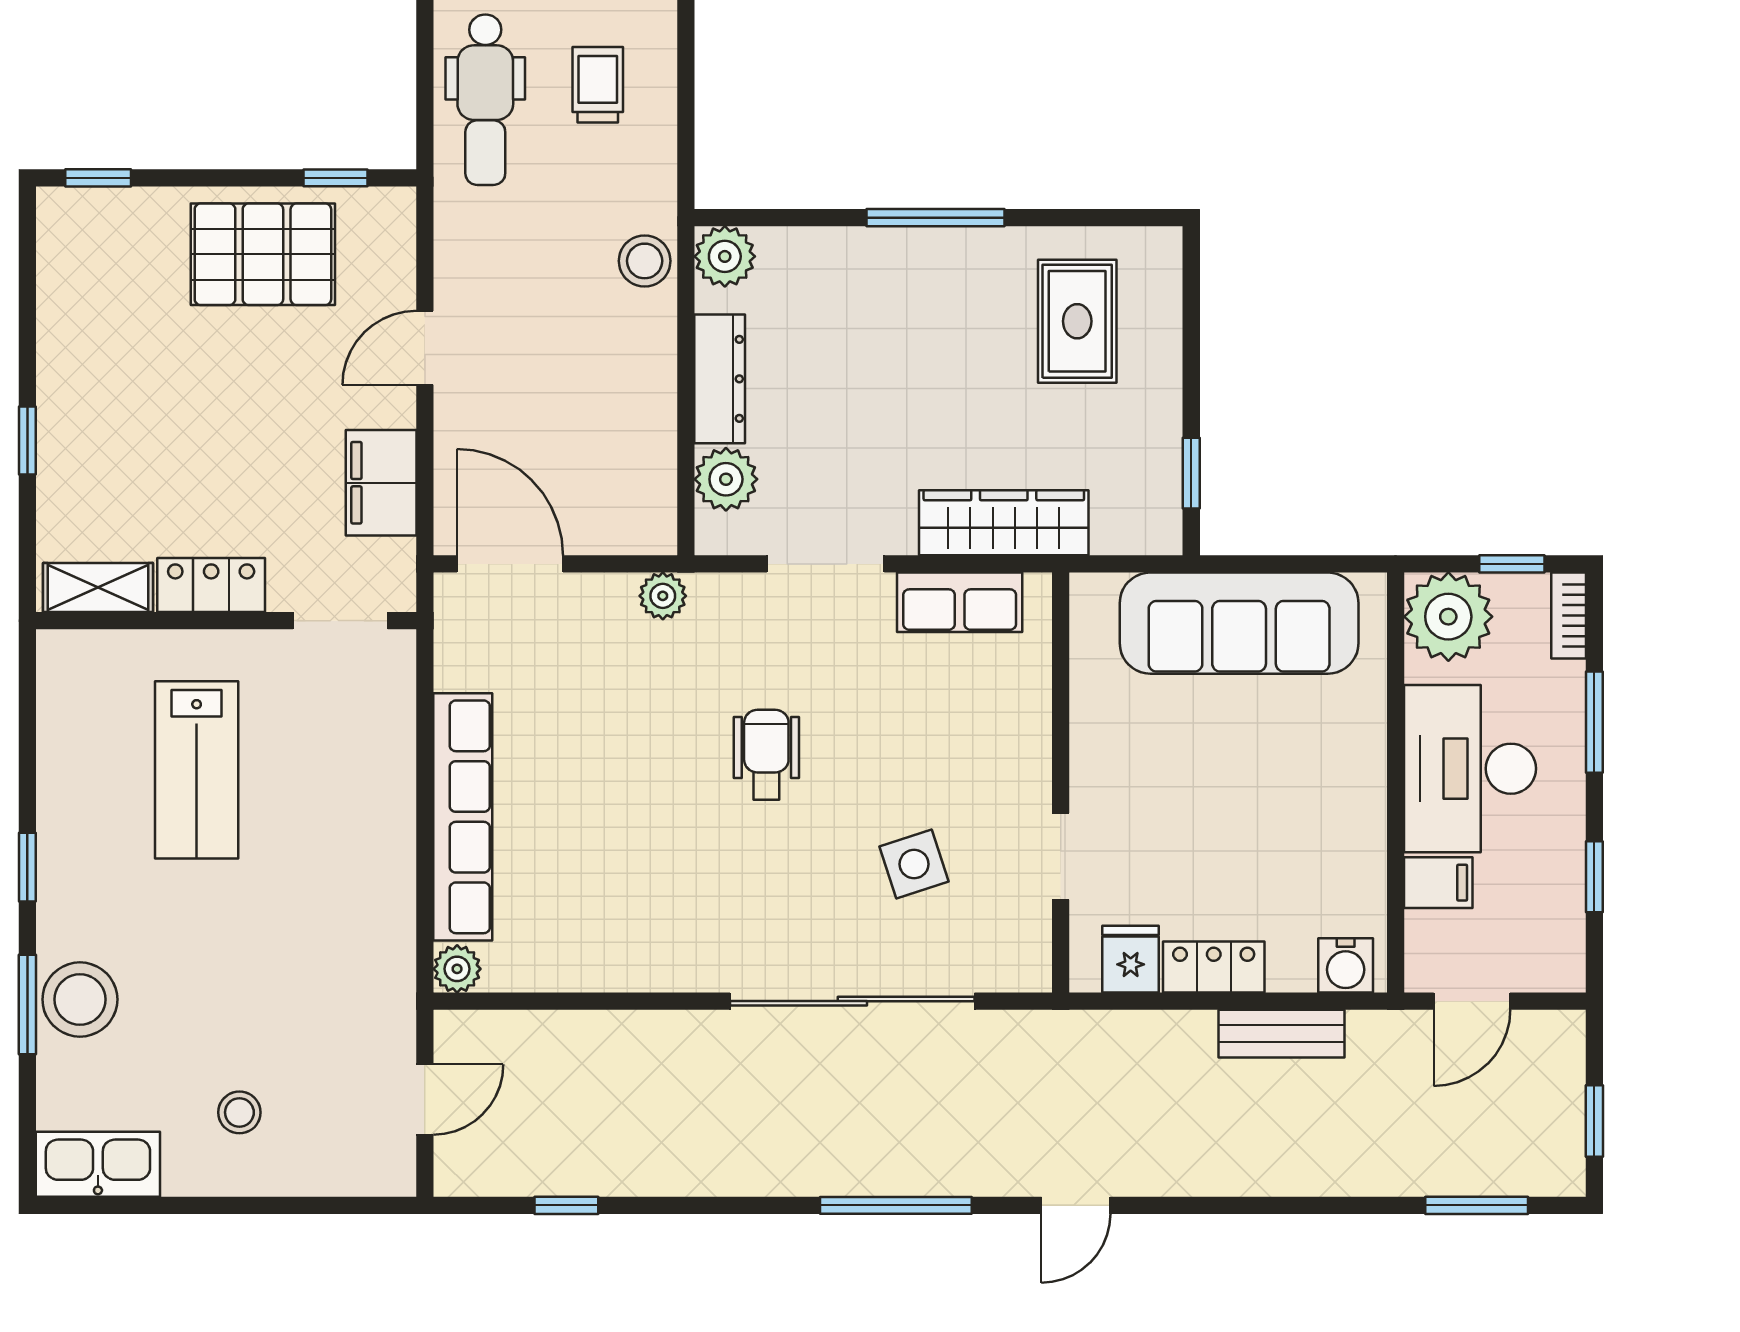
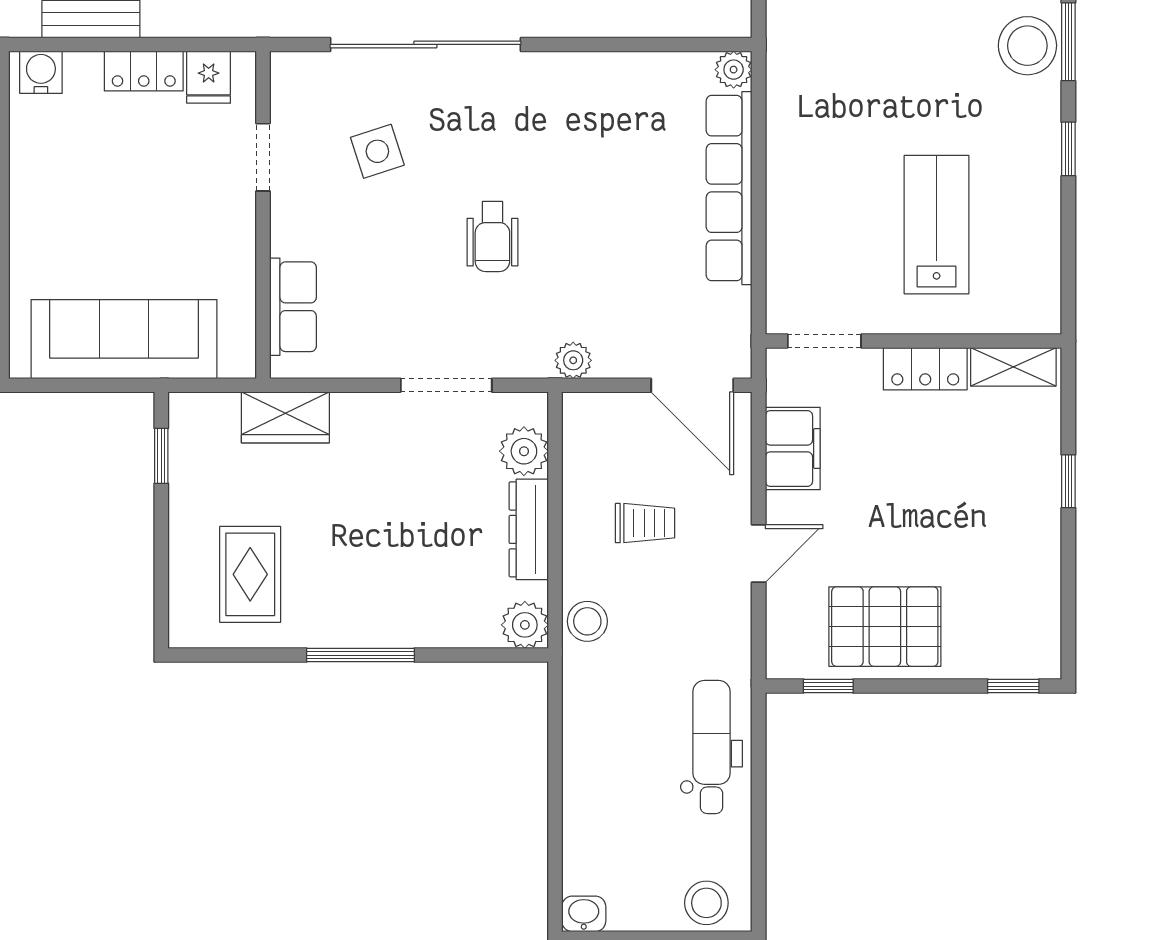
trolley: (598, 85) -> (645, 523), moved, turned -90
wardrobe: (1004, 523) -> (285, 417), width x0.67
row of seats: (960, 602) -> (293, 307), moved, turned 90

